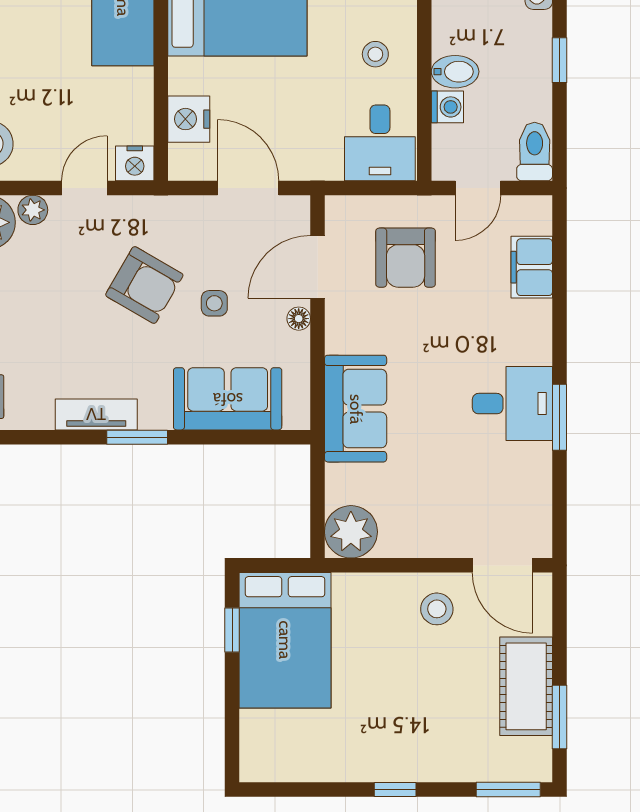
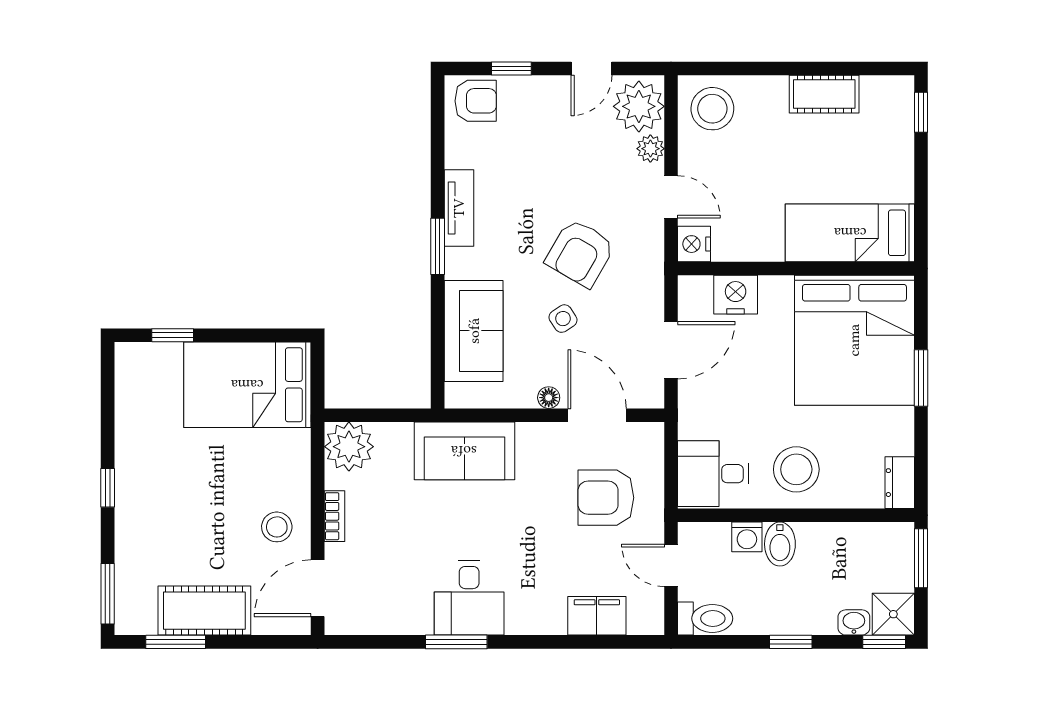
stool: (375, 54) -> (796, 469), width x1.89, depth x1.89
side table: (214, 303) -> (563, 319), turned -33
bookcase: (425, 547) -> (334, 516), added
window: (232, 630) -> (173, 335), moved

